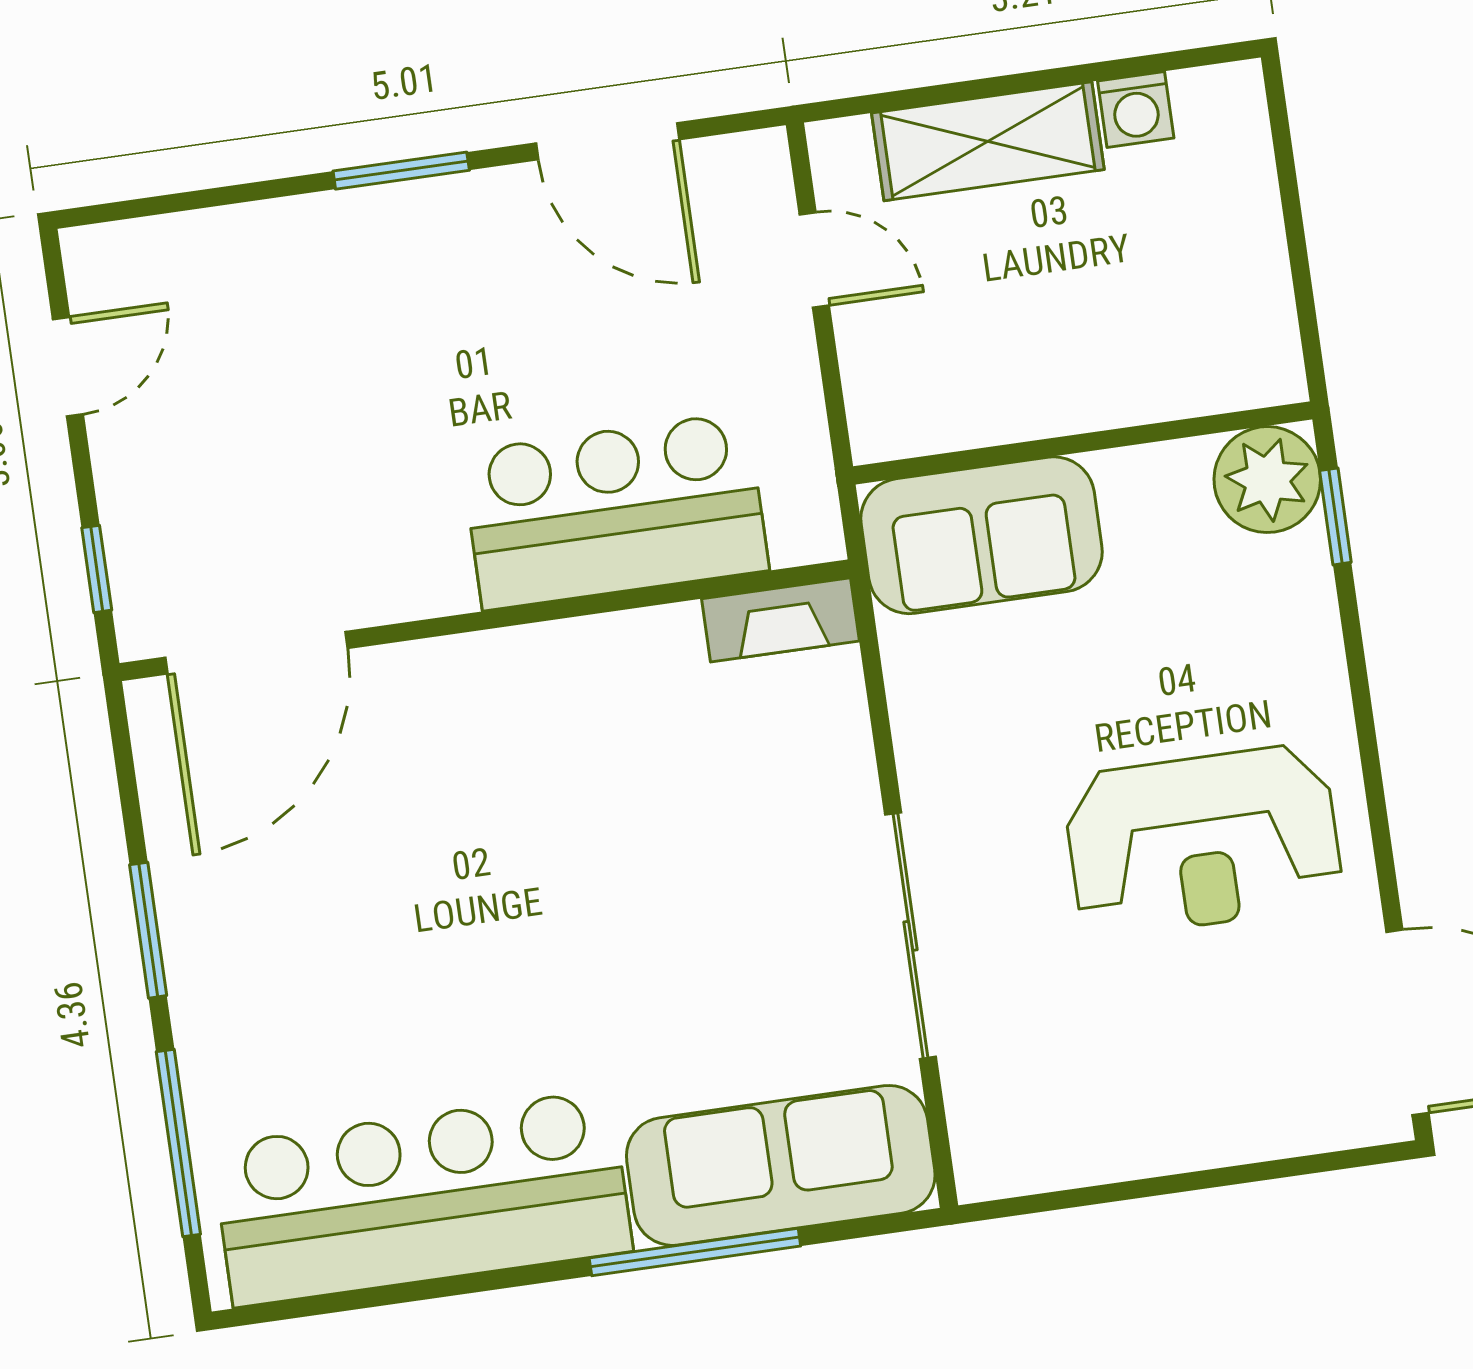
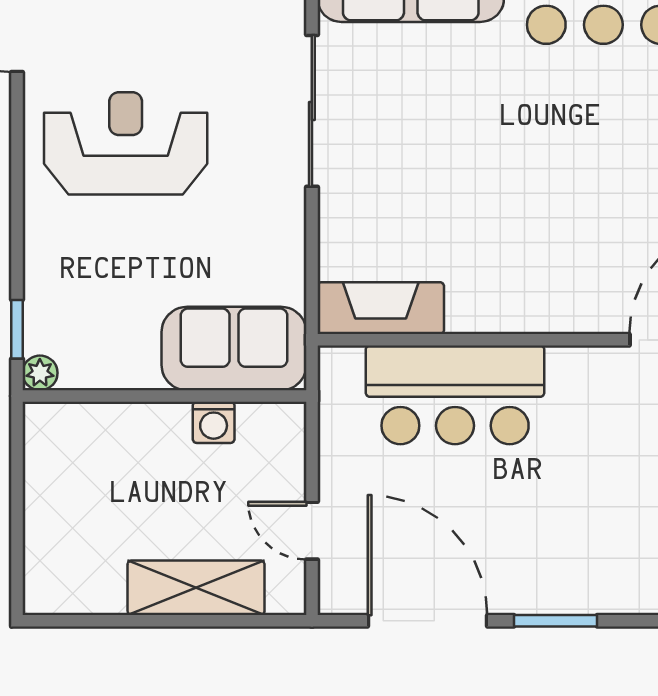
washing machine: (1136, 109) -> (214, 422), moved, turned 180
door: (608, 141) -> (427, 621), width x1.36
plant: (1267, 480) -> (40, 373), width x0.53, depth x0.53
fireplace: (780, 620) -> (381, 308), width x1.37, depth x1.32

